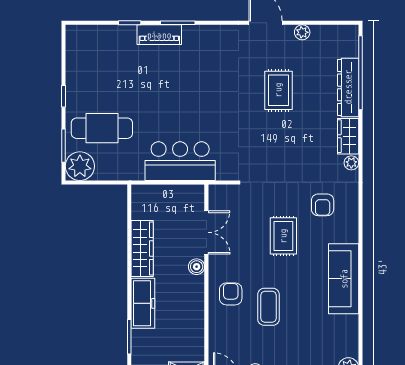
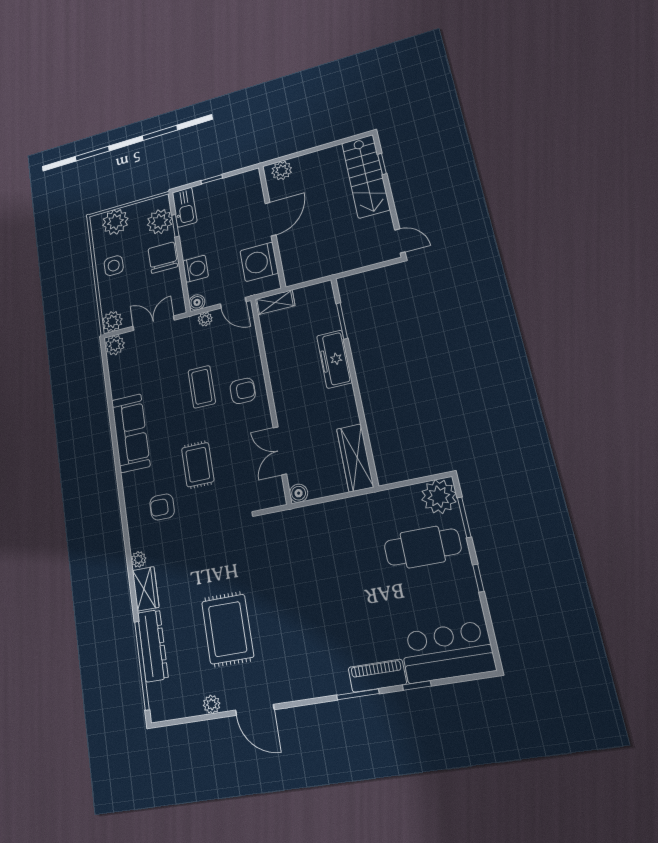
rug: (278, 90) -> (228, 629), width x1.36, depth x1.43
bar counter: (180, 161) -> (447, 652), moved, turned 180
armchair: (323, 205) -> (162, 507), turned -90
wardrobe: (142, 248) -> (355, 458), moved
boiler: (197, 267) -> (299, 493), moved
armchair: (231, 294) -> (243, 391), turned -90

